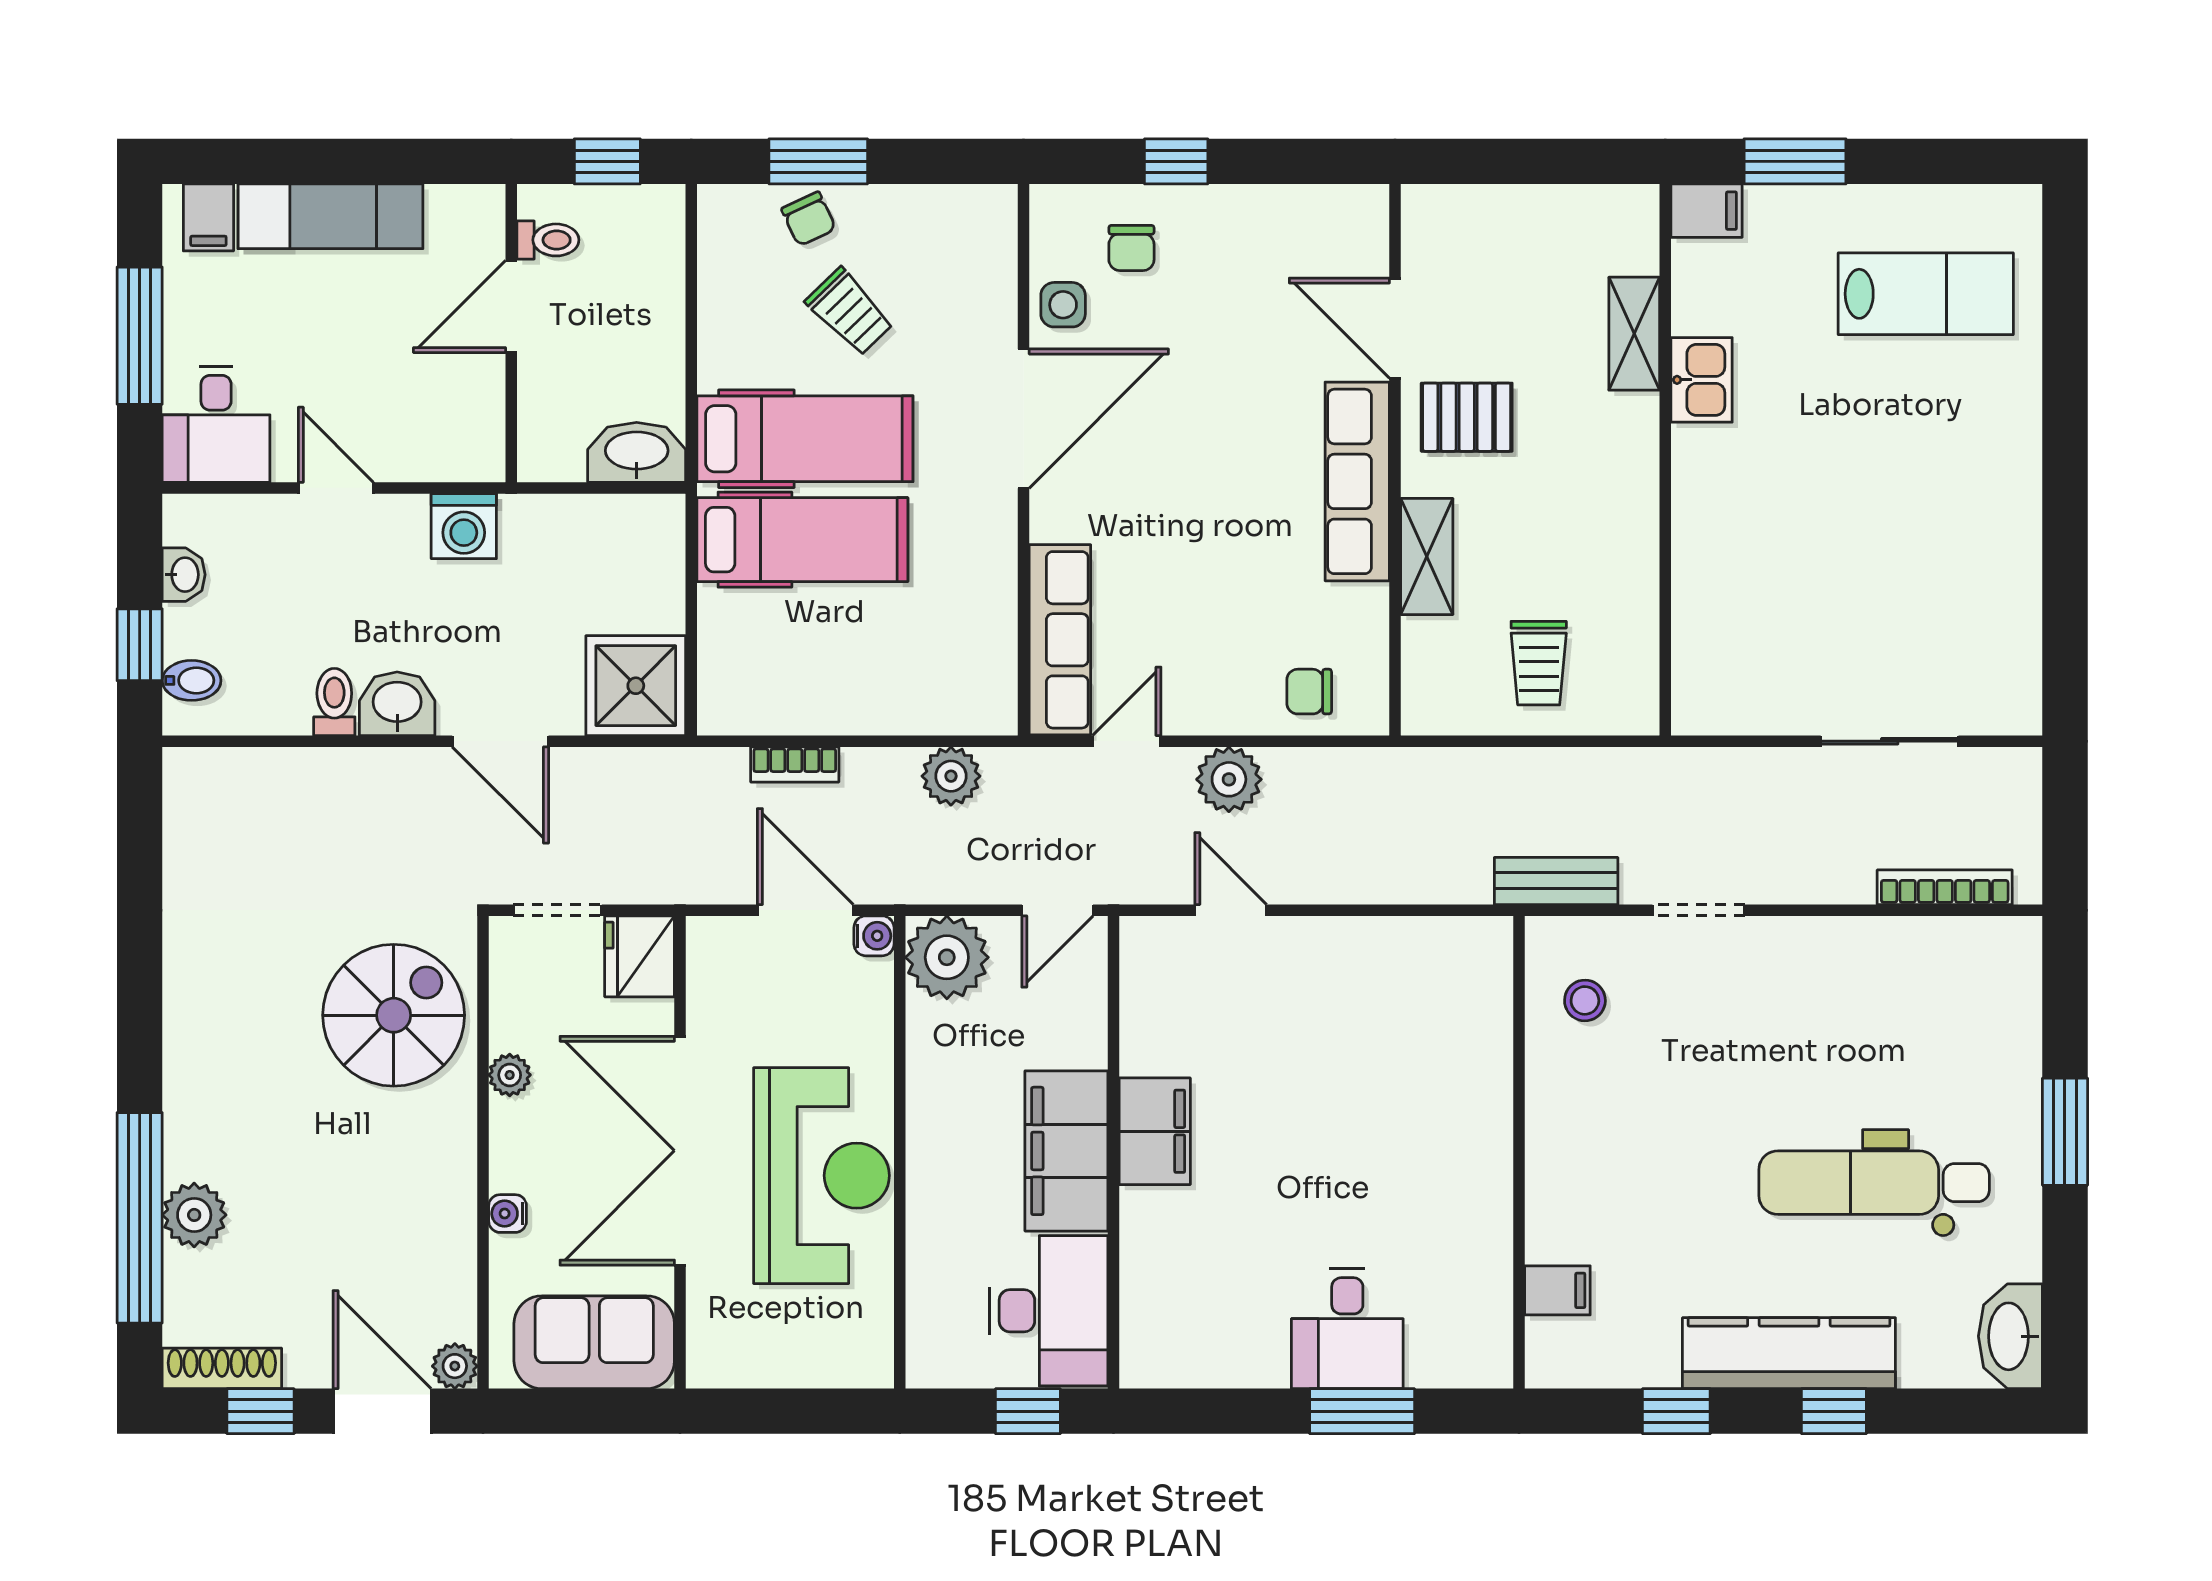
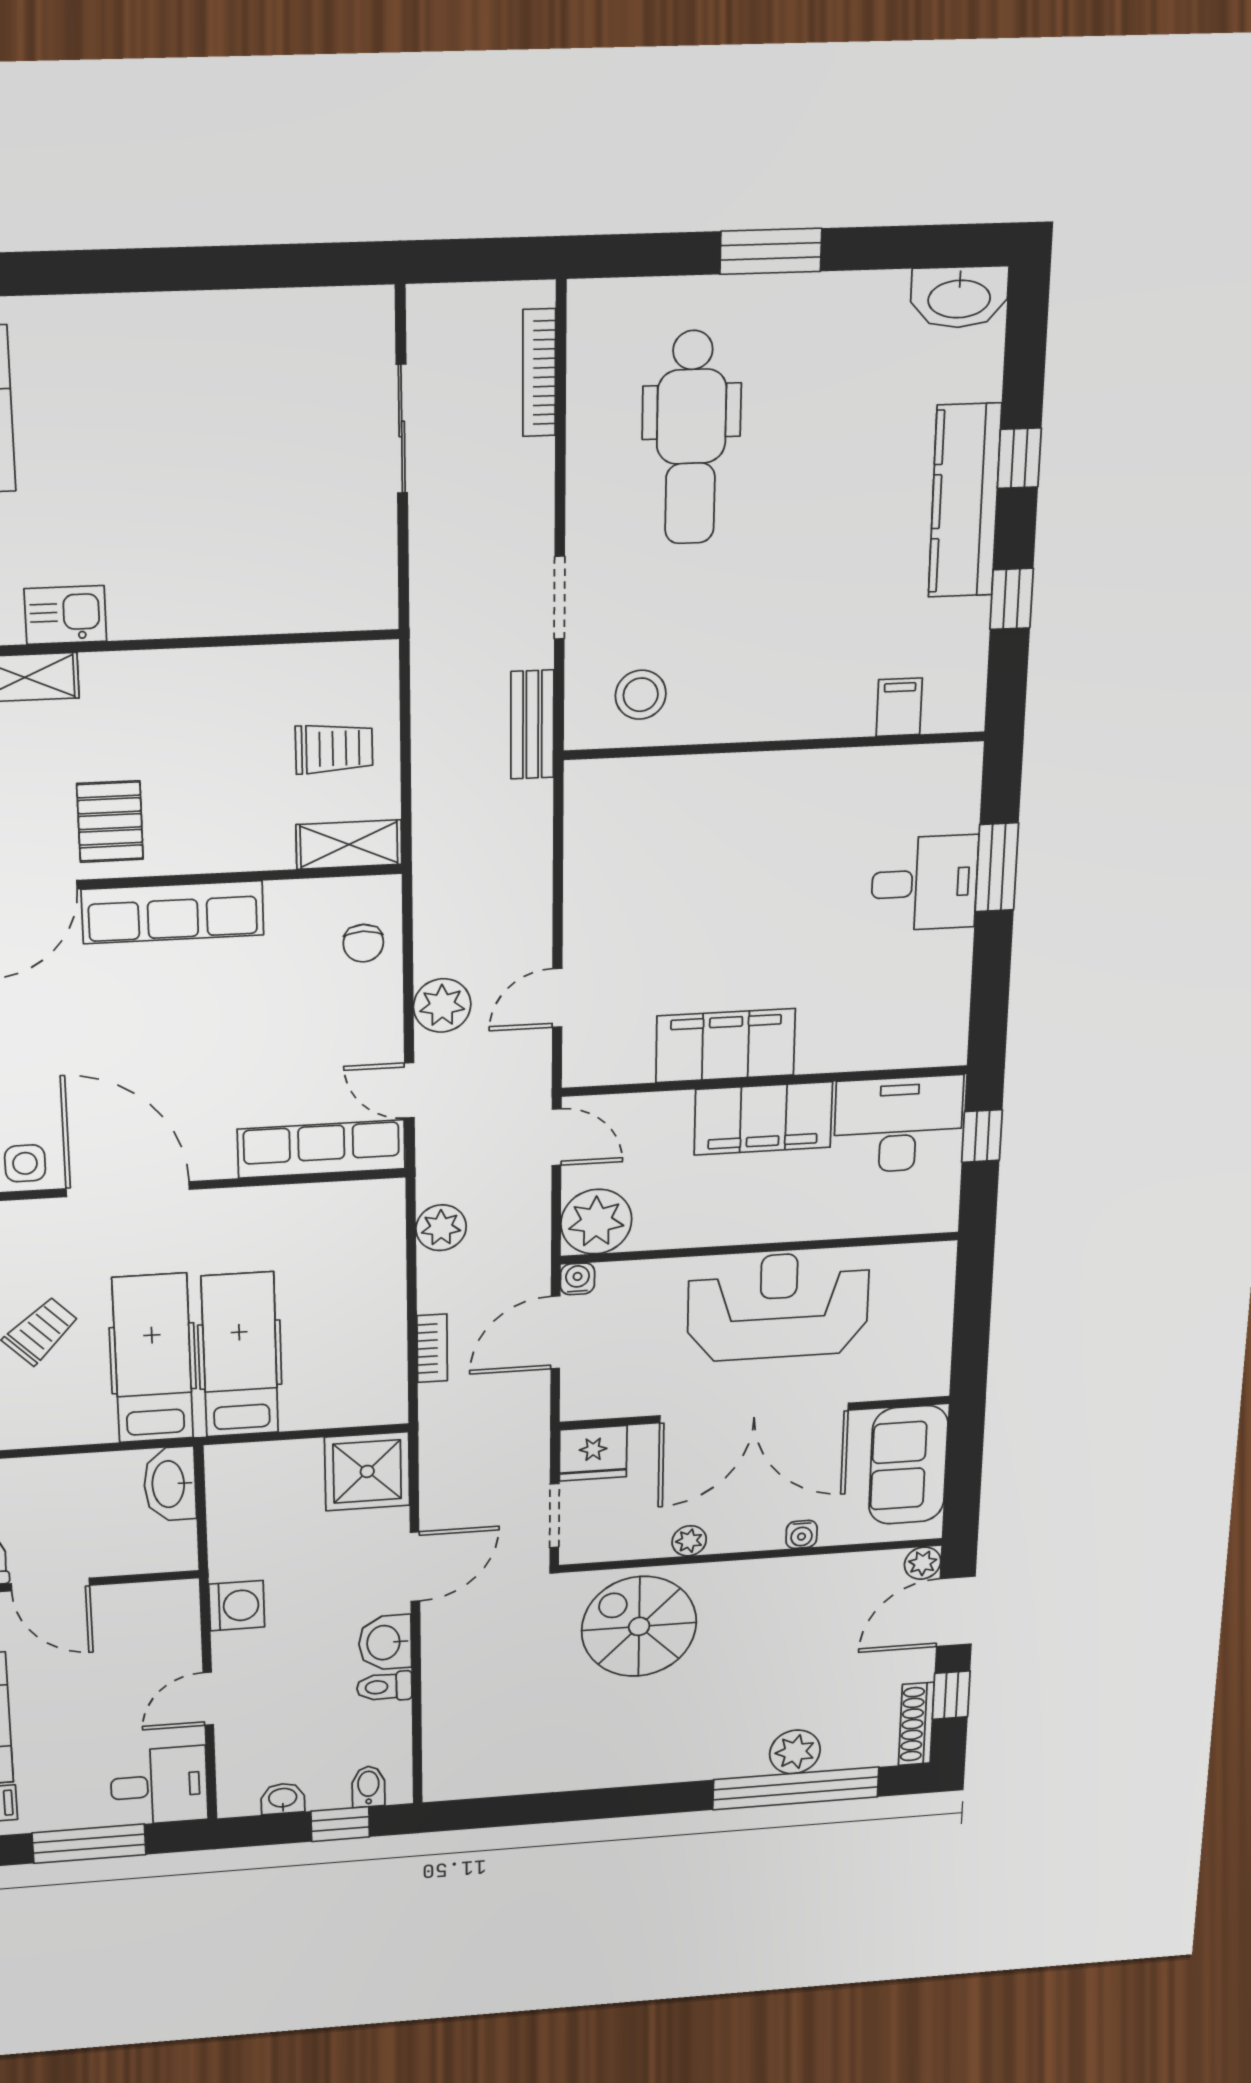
shelving: (1427, 557) -> (349, 845), moved
stool: (1585, 1000) -> (641, 695), width x1.37, depth x1.37
filing cabinet: (1155, 1131) -> (726, 1046), width x1.50, depth x1.17
dental chair: (1874, 1183) -> (691, 438), moved

